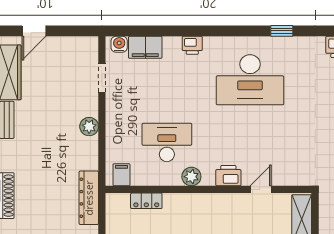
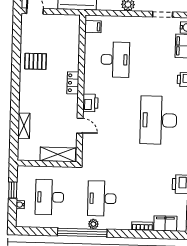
plant: (191, 177) -> (90, 77), removed
locker: (146, 201) -> (73, 83), moved

